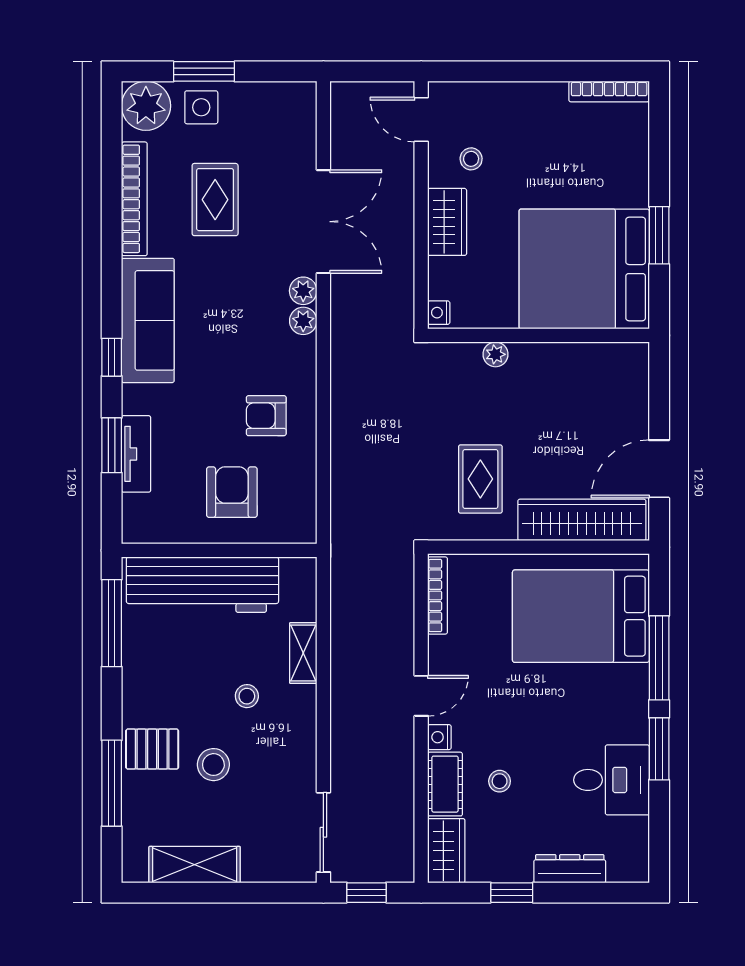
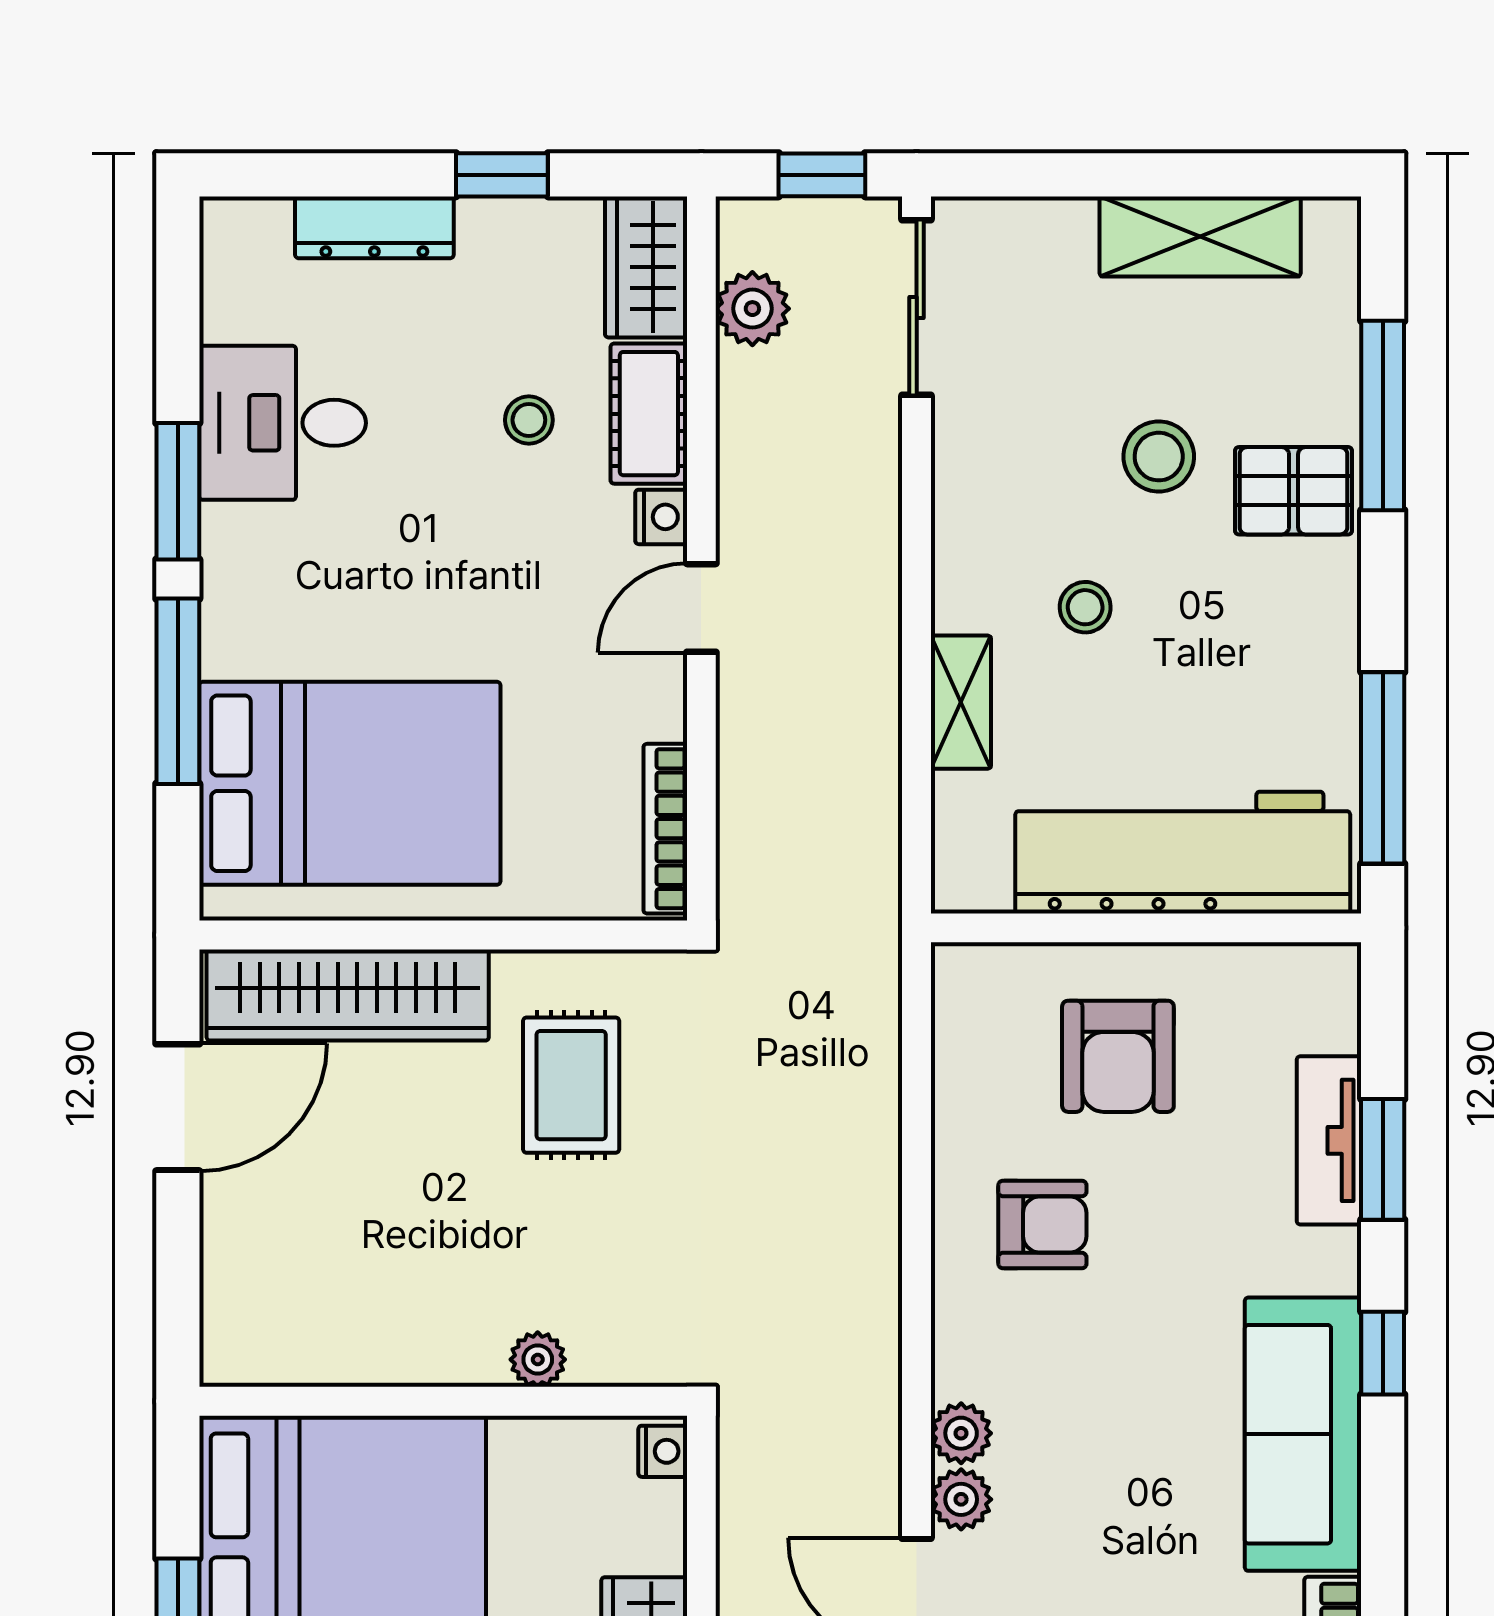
plant: (398, 832) -> (752, 309), added

